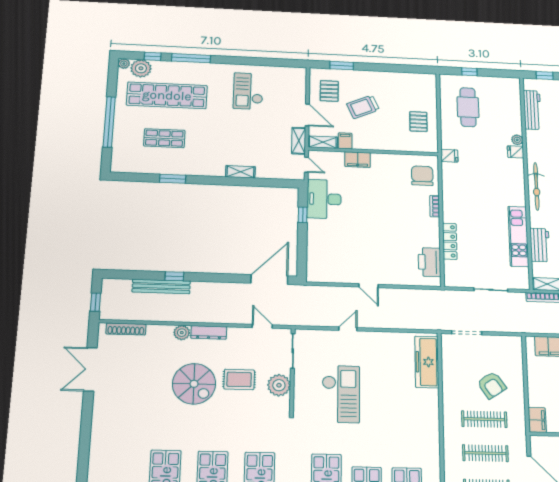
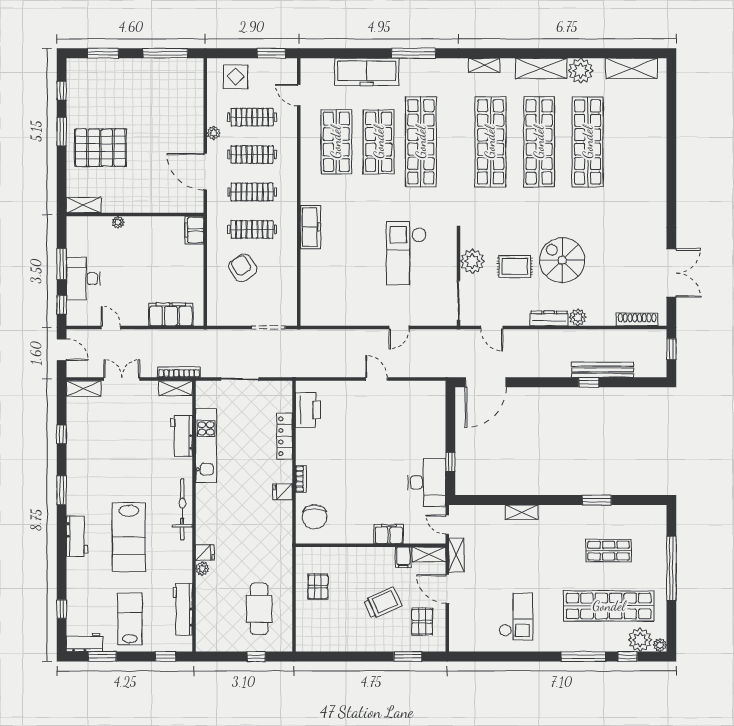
fridge: (449, 156) -> (283, 492), moved
freezer: (427, 362) -> (310, 227), moved, width x0.73, depth x0.79

